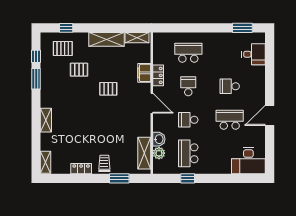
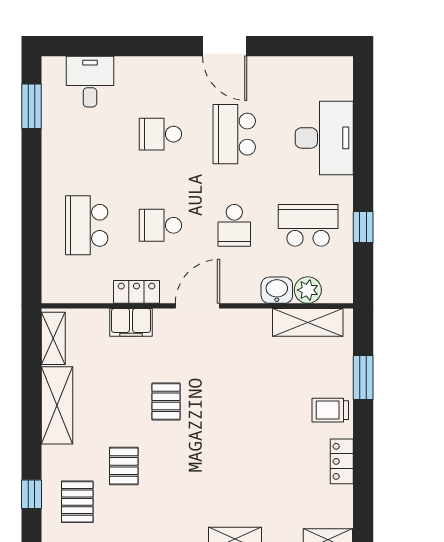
school desk: (230, 86) -> (160, 134), turned 90
school desk: (188, 153) -> (308, 225), turned 180
desk: (248, 161) -> (324, 138), moved

